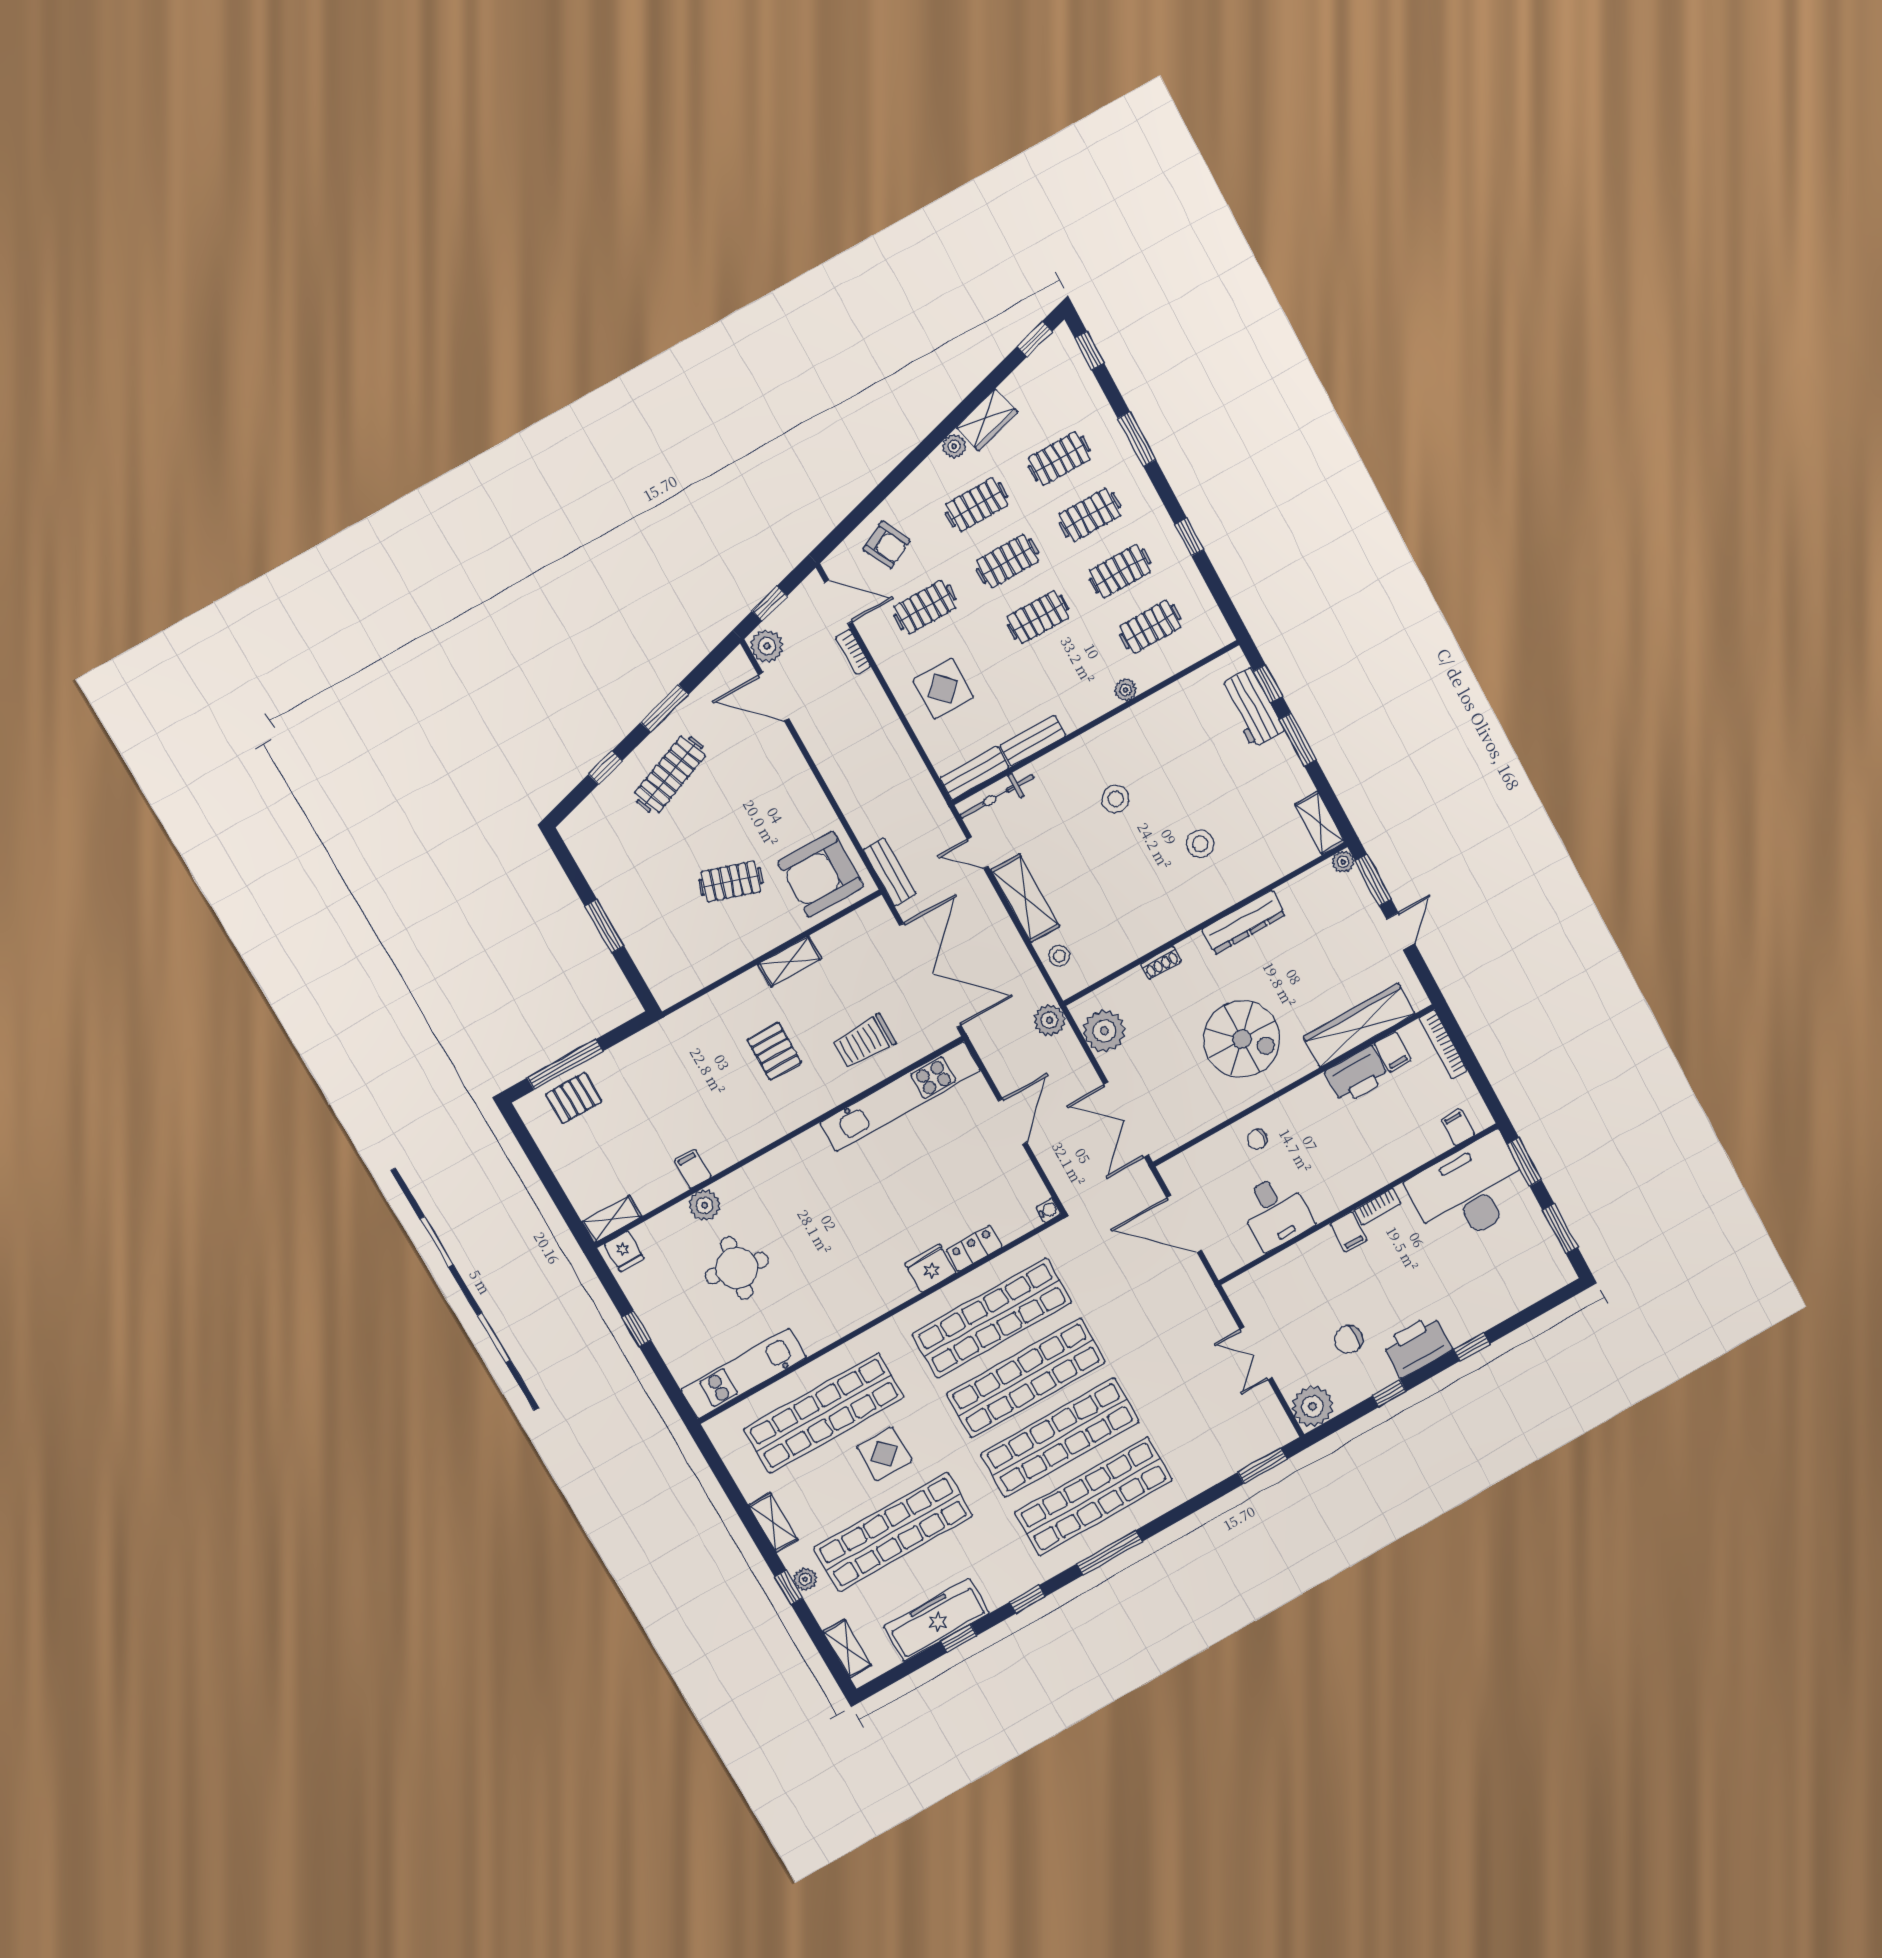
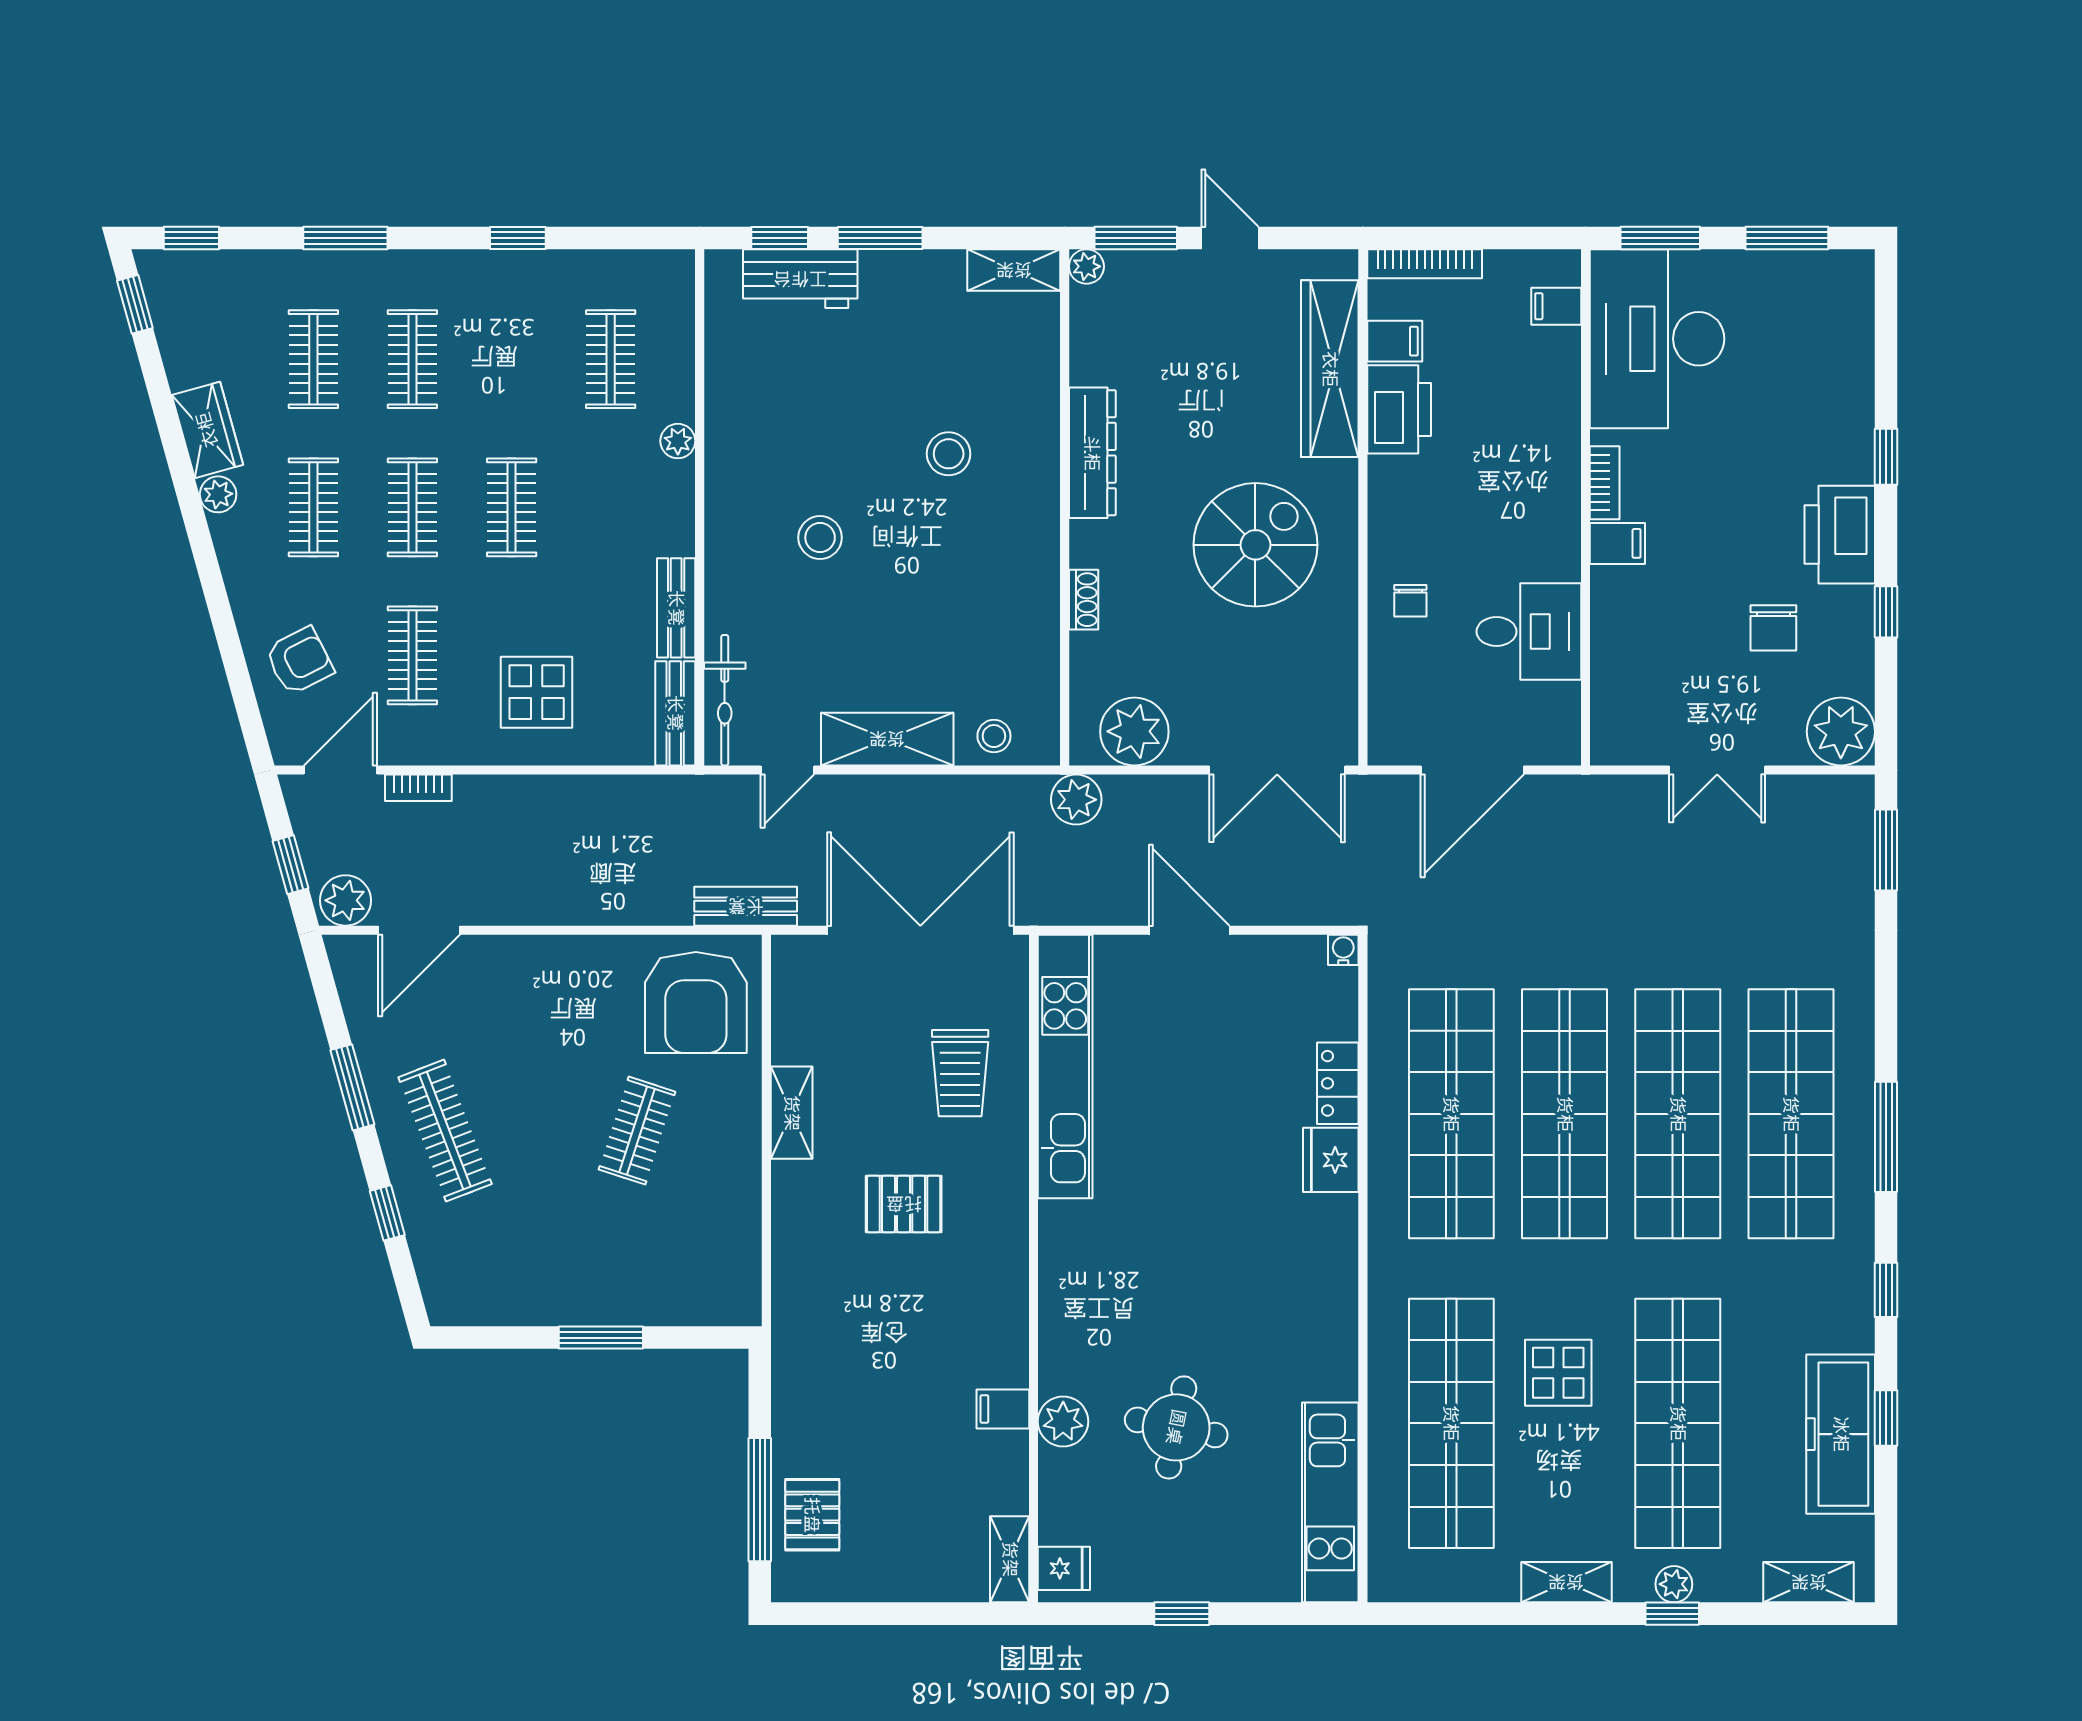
clothes rail: (1120, 571) -> (512, 359), removed

